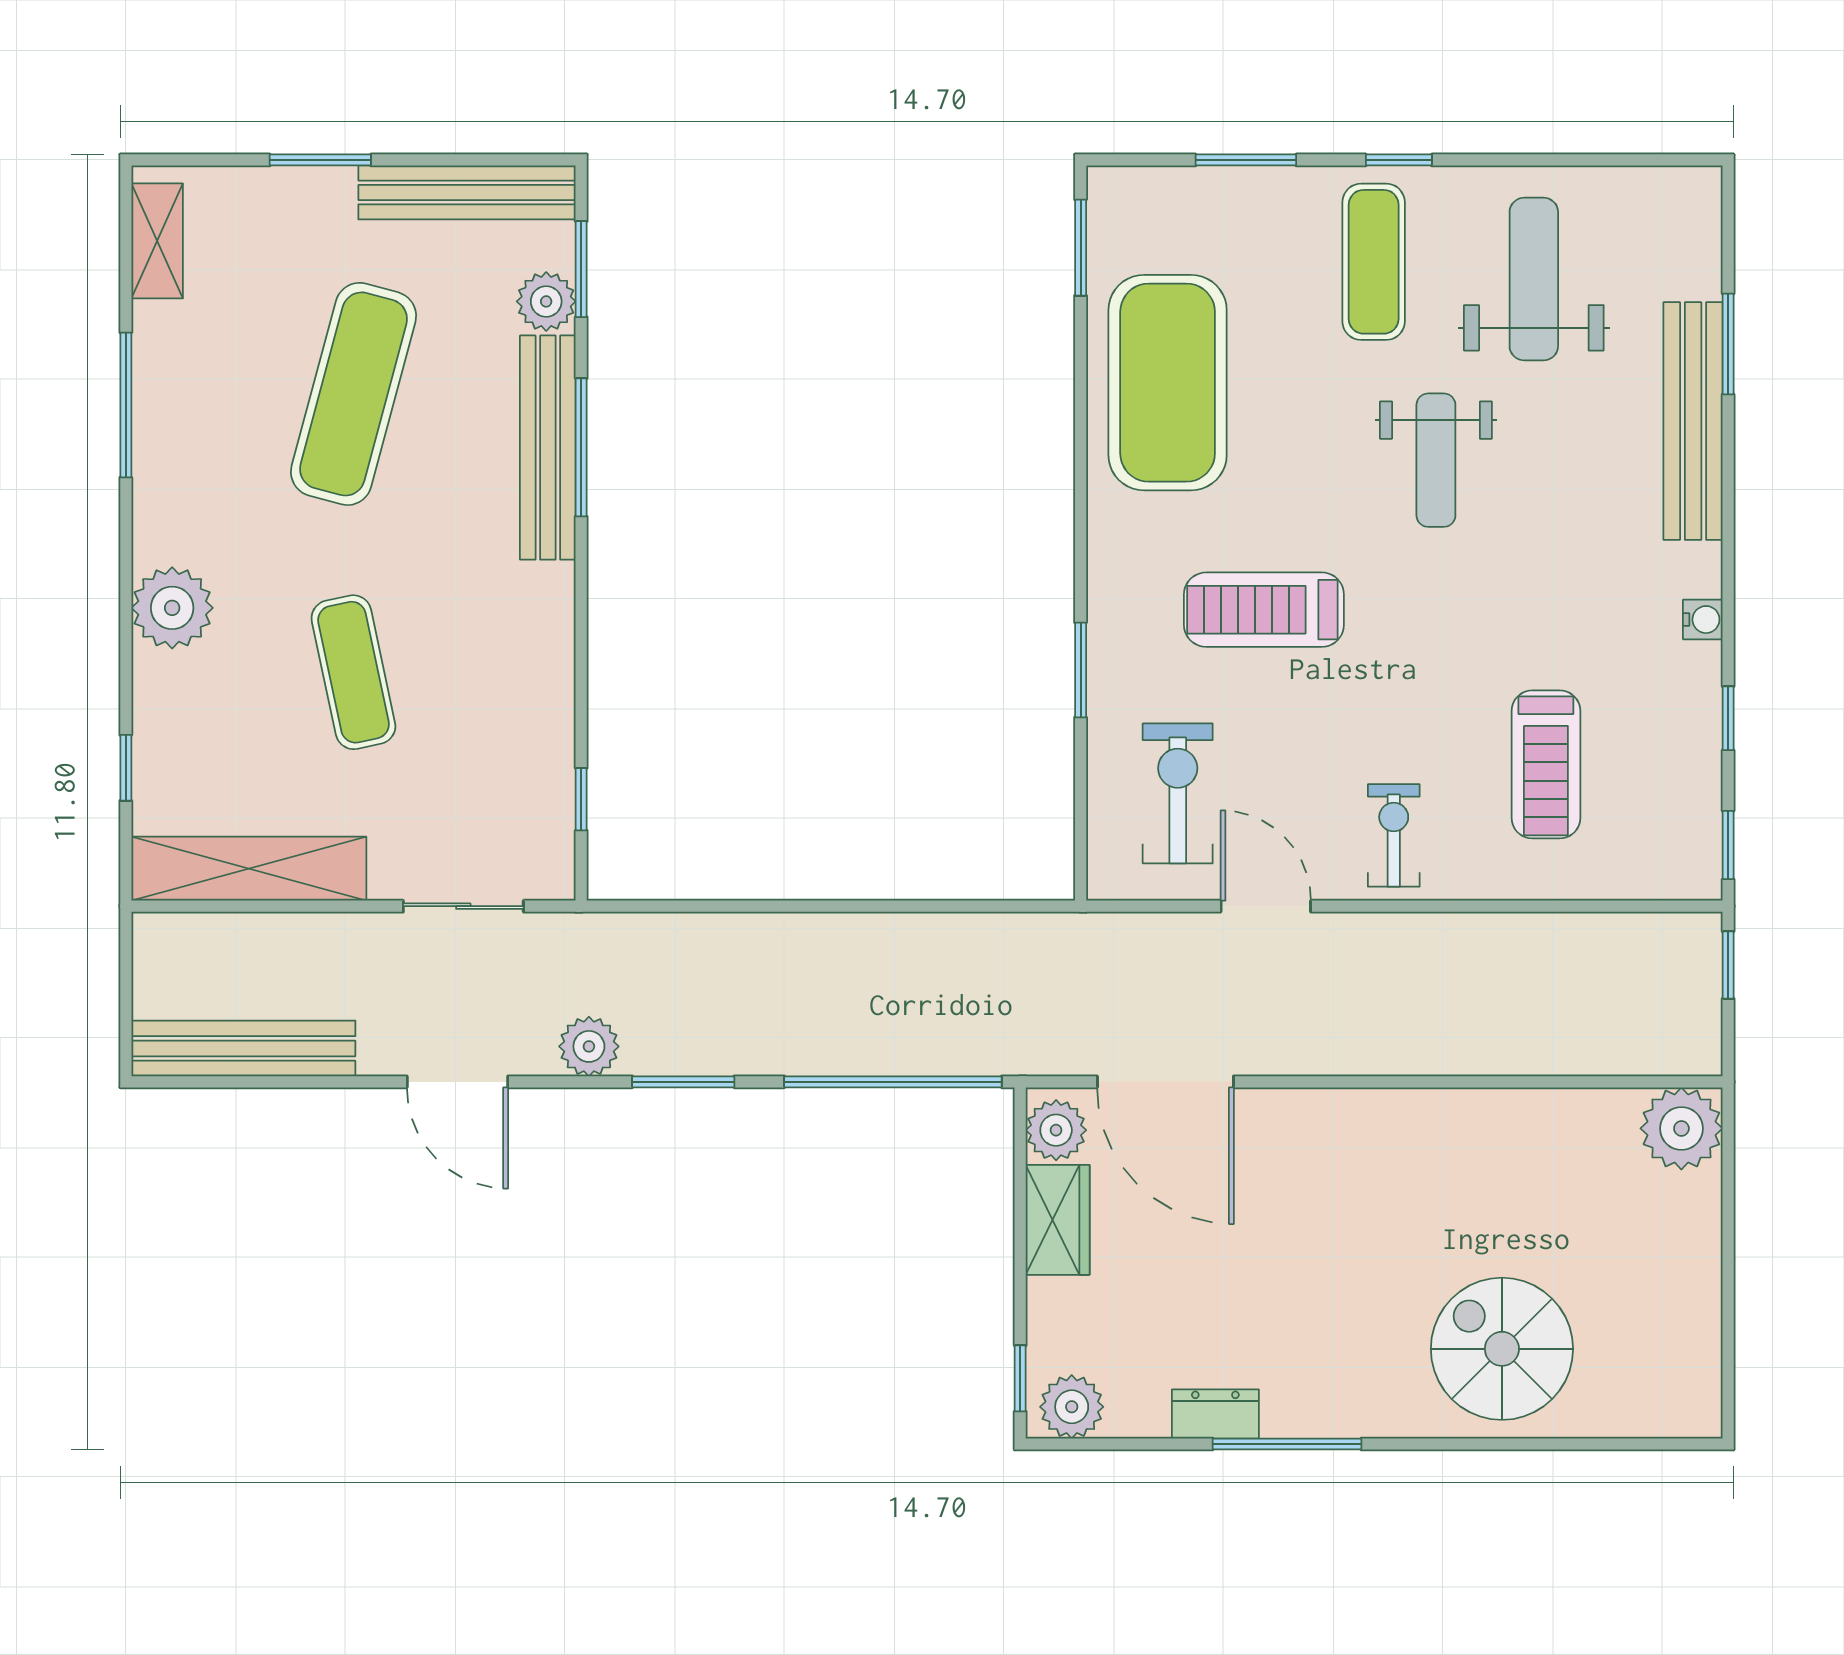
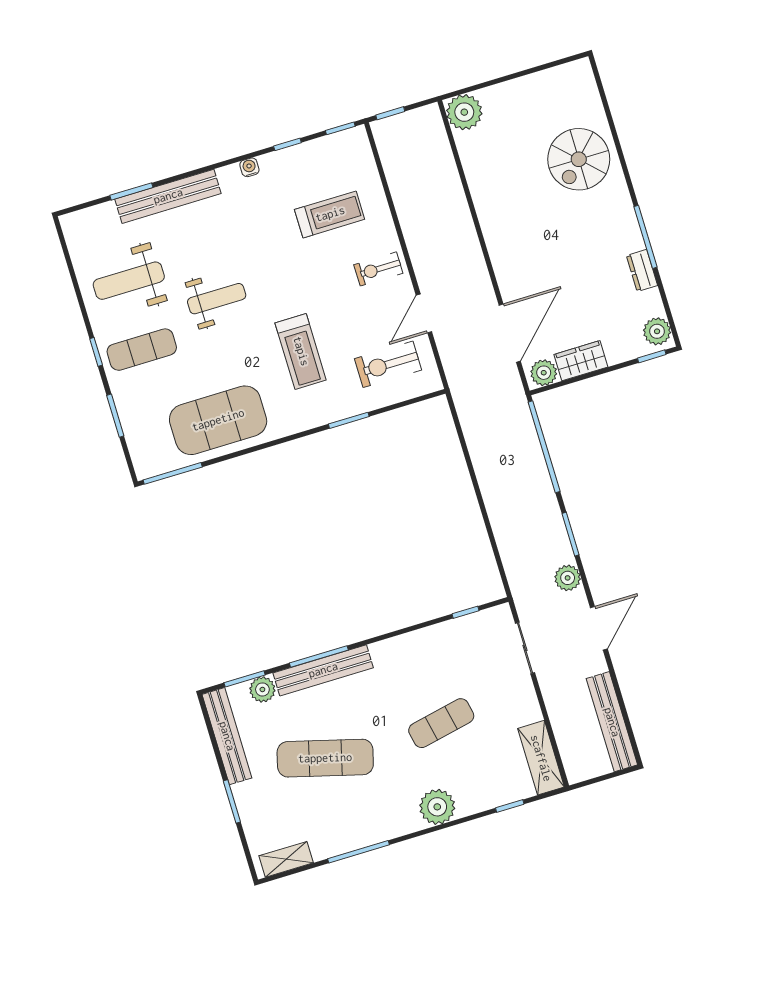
window: (1081, 248) -> (173, 473), width x1.44
shelving: (249, 869) -> (541, 758), width x0.68

